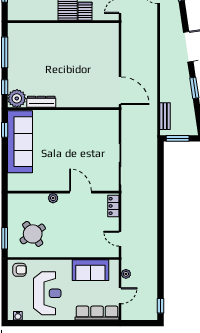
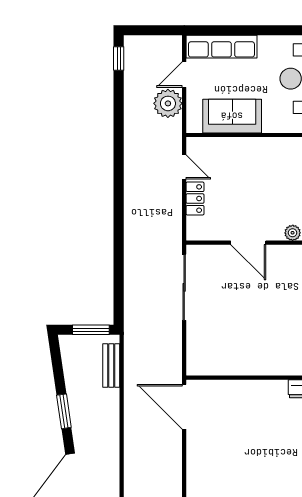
locker: (113, 206) -> (195, 199), moved
plant: (126, 274) -> (168, 103), width x1.88, depth x1.88

